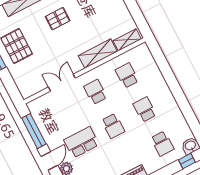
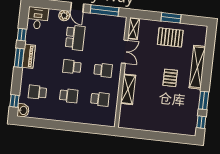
shelving: (127, 40) -> (134, 29), moved

